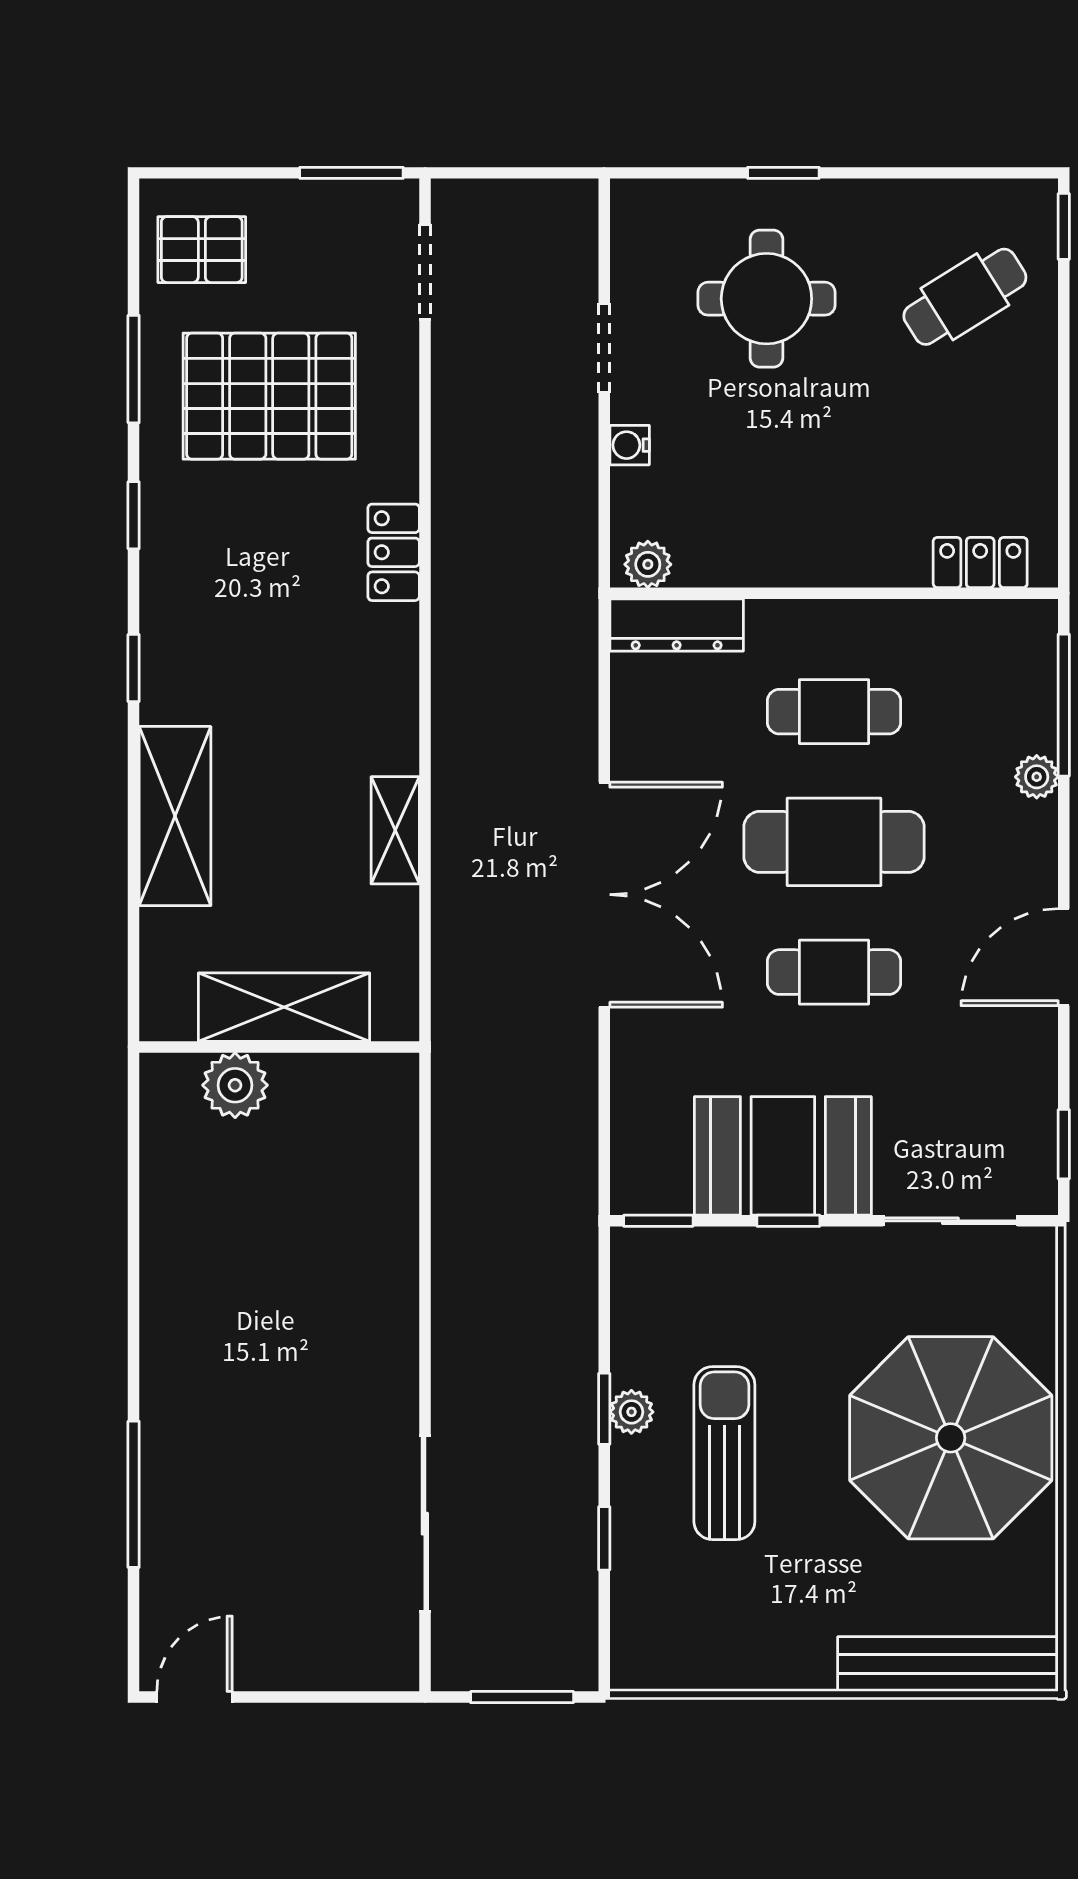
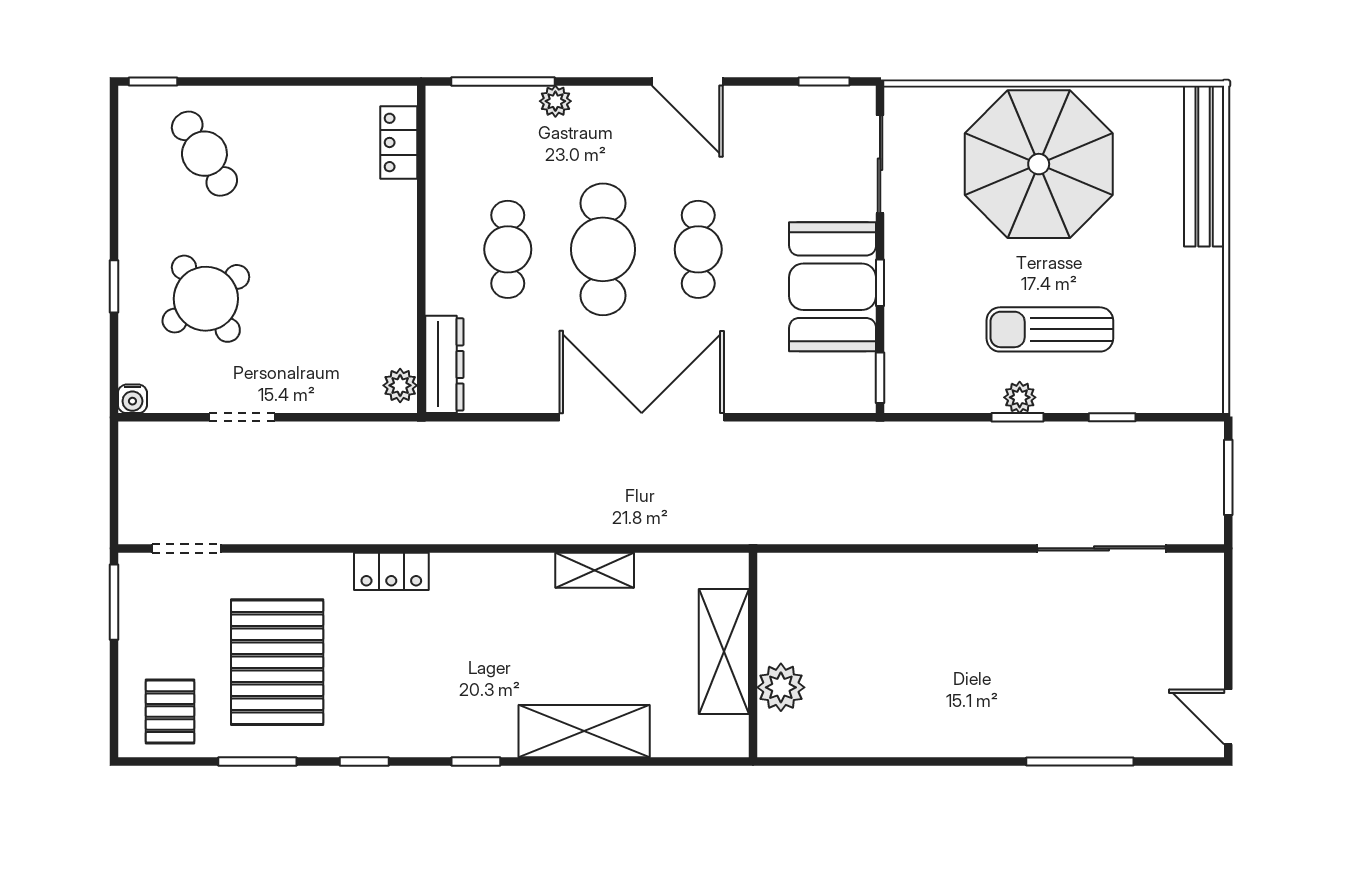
round table: (766, 299) -> (206, 299), turned -35
water cooler: (630, 445) -> (132, 399), moved

